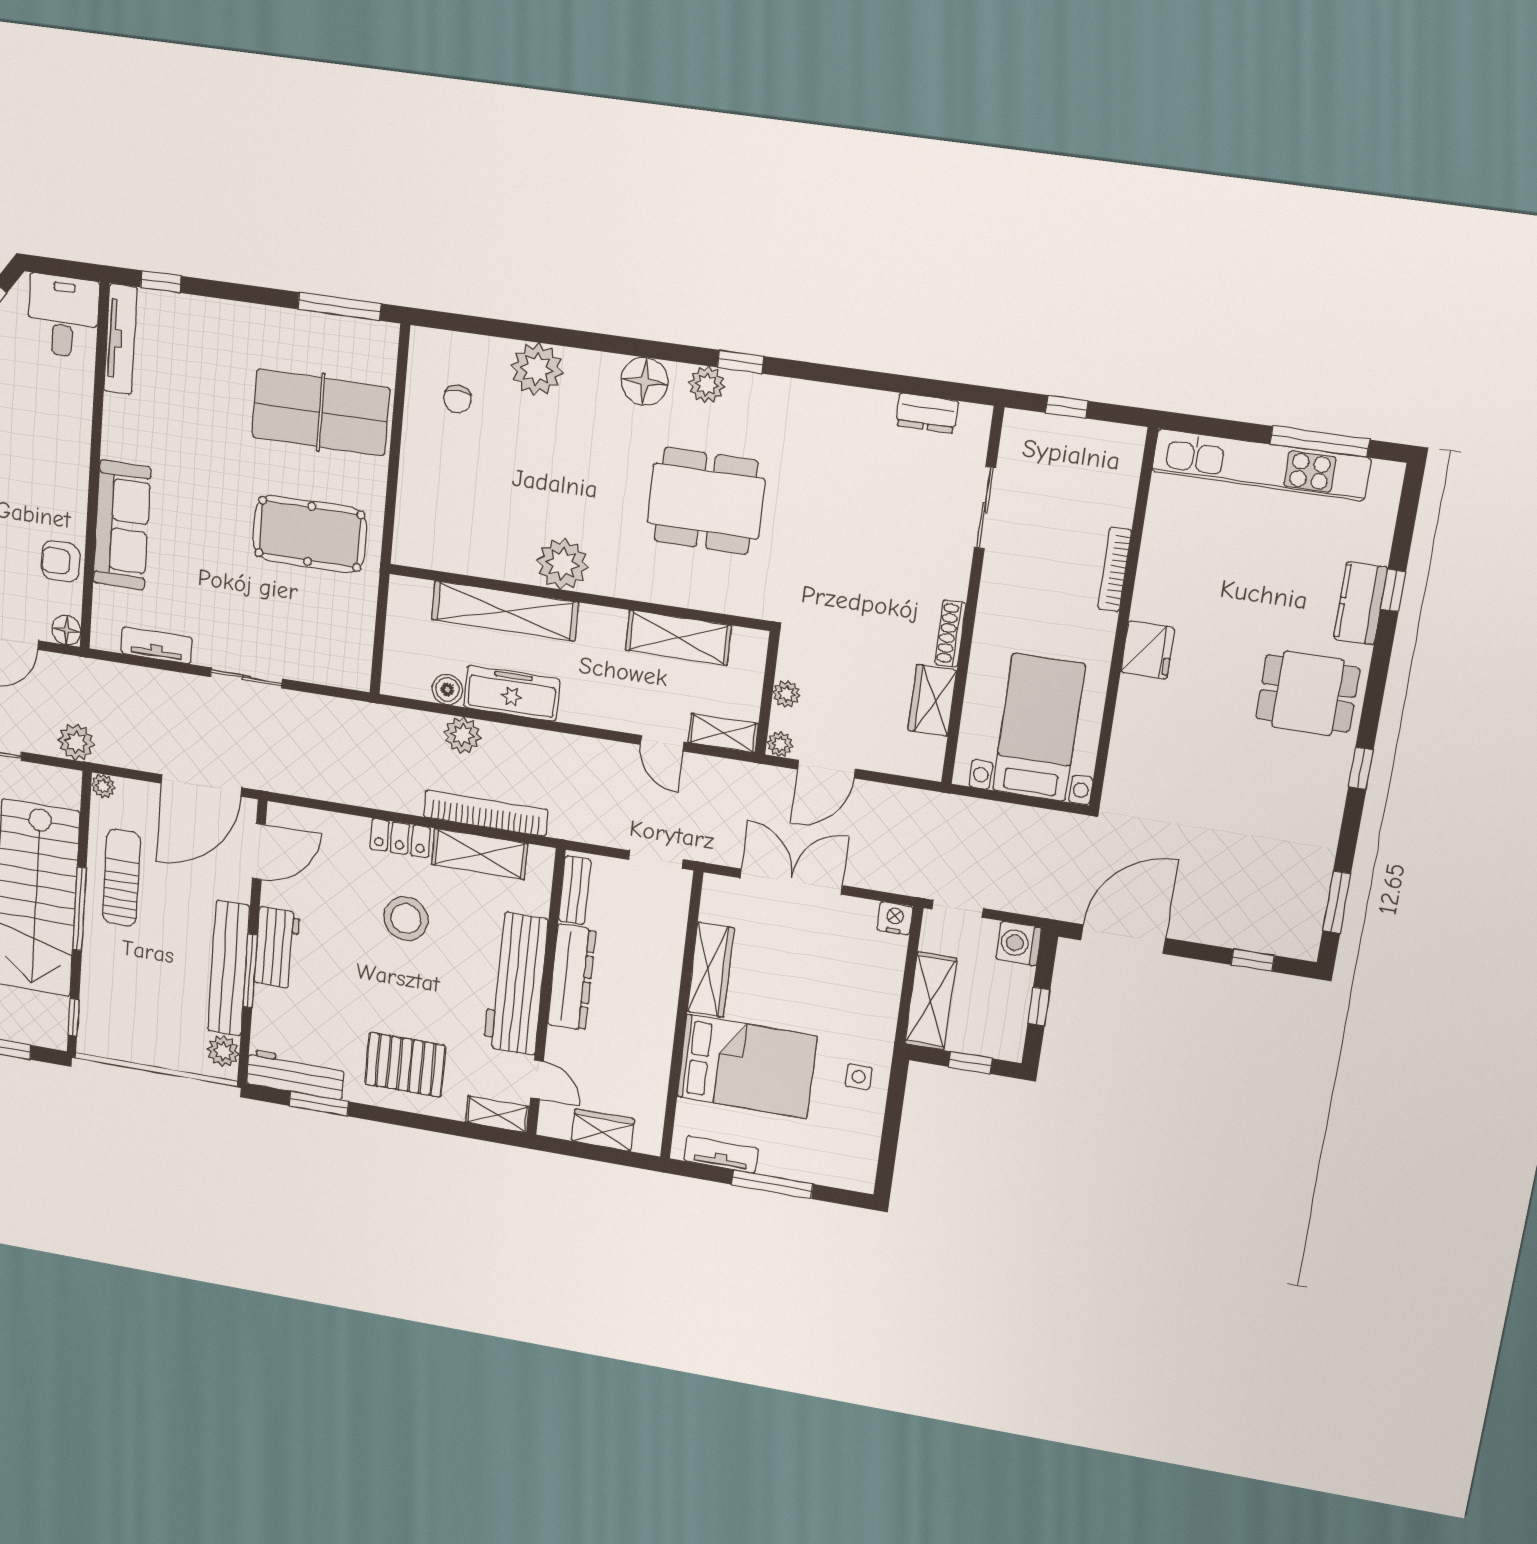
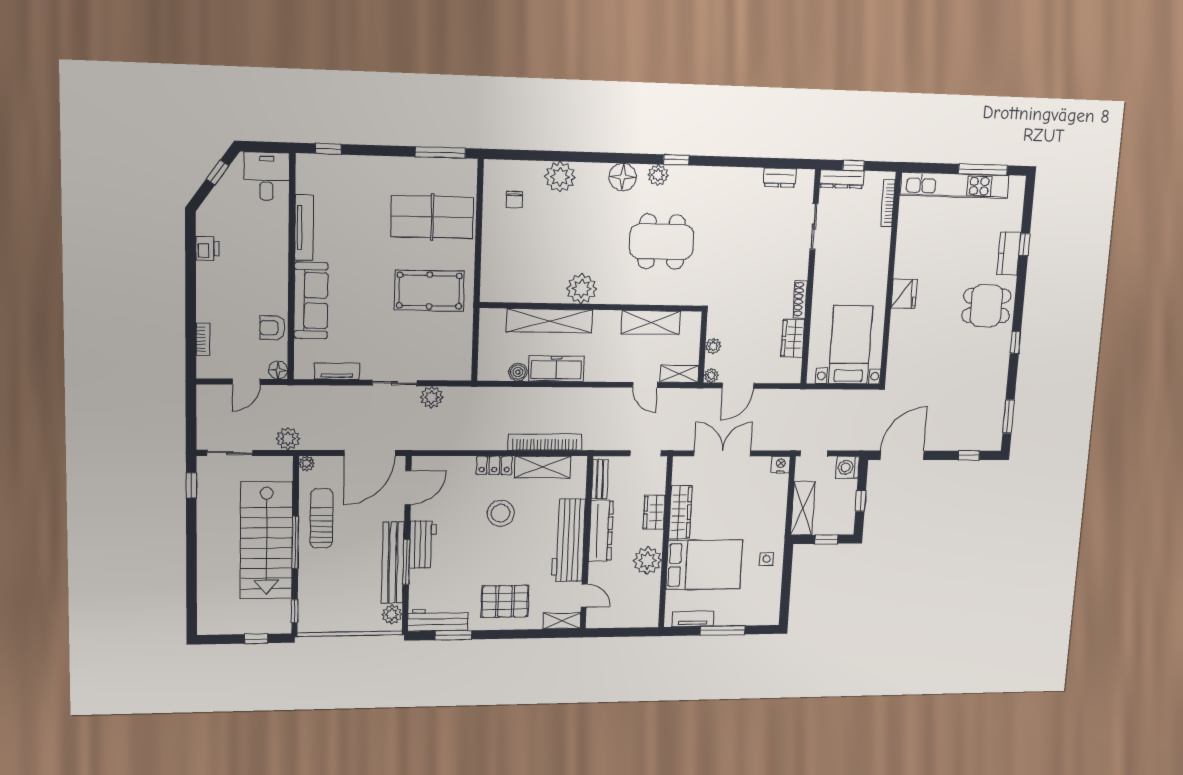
tv unit: (121, 339) -> (304, 228), moved
dresser: (1043, 429) -> (842, 179), added
bookcase: (1114, 570) -> (888, 203), moved
plant: (462, 735) -> (432, 397), moved
plant: (648, 1042) -> (647, 561), added
wardrobe: (603, 1130) -> (654, 512), moved, turned -90

